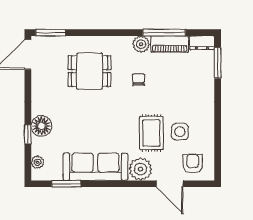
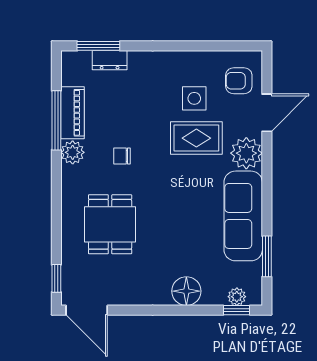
window: (51, 33) -> (56, 278), width x0.67
dresser: (202, 43) -> (110, 60), moved, turned 90
window: (28, 134) -> (237, 310), moved

